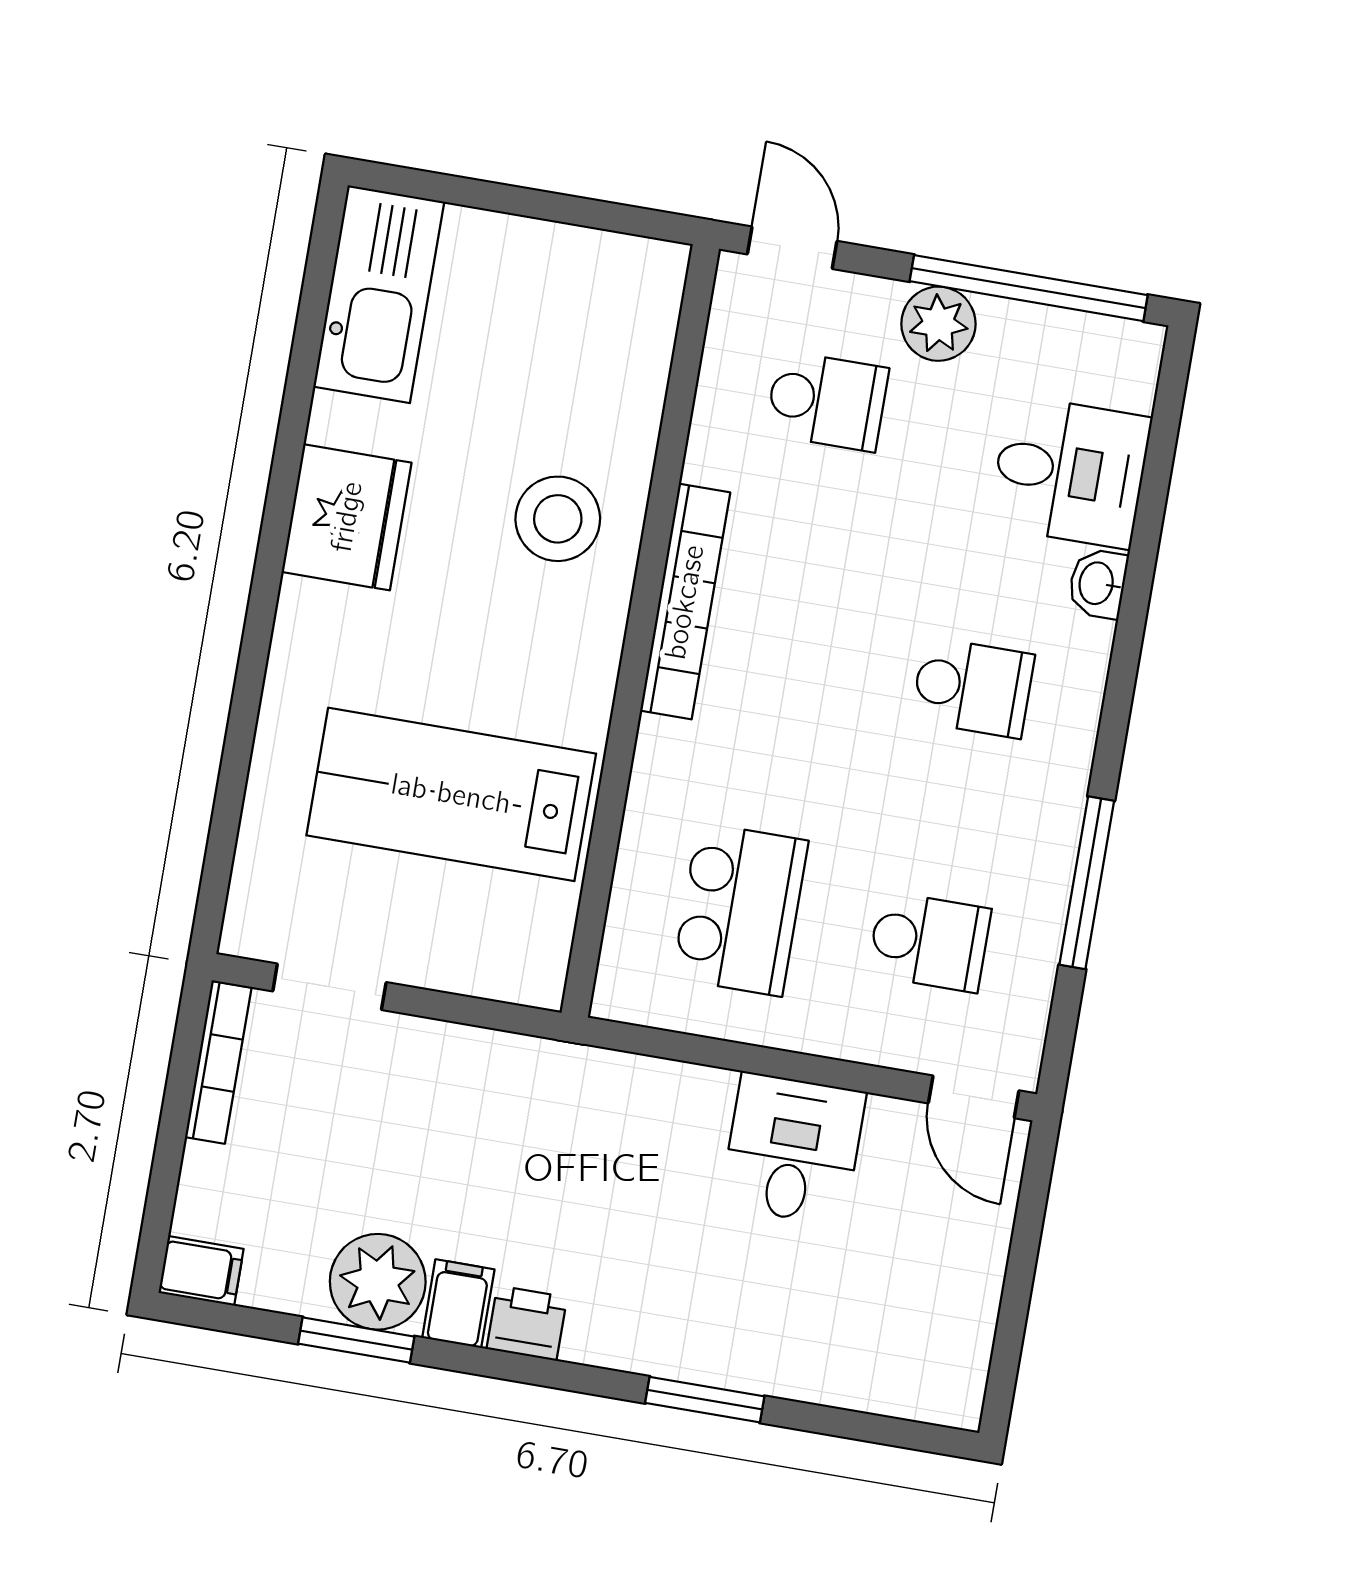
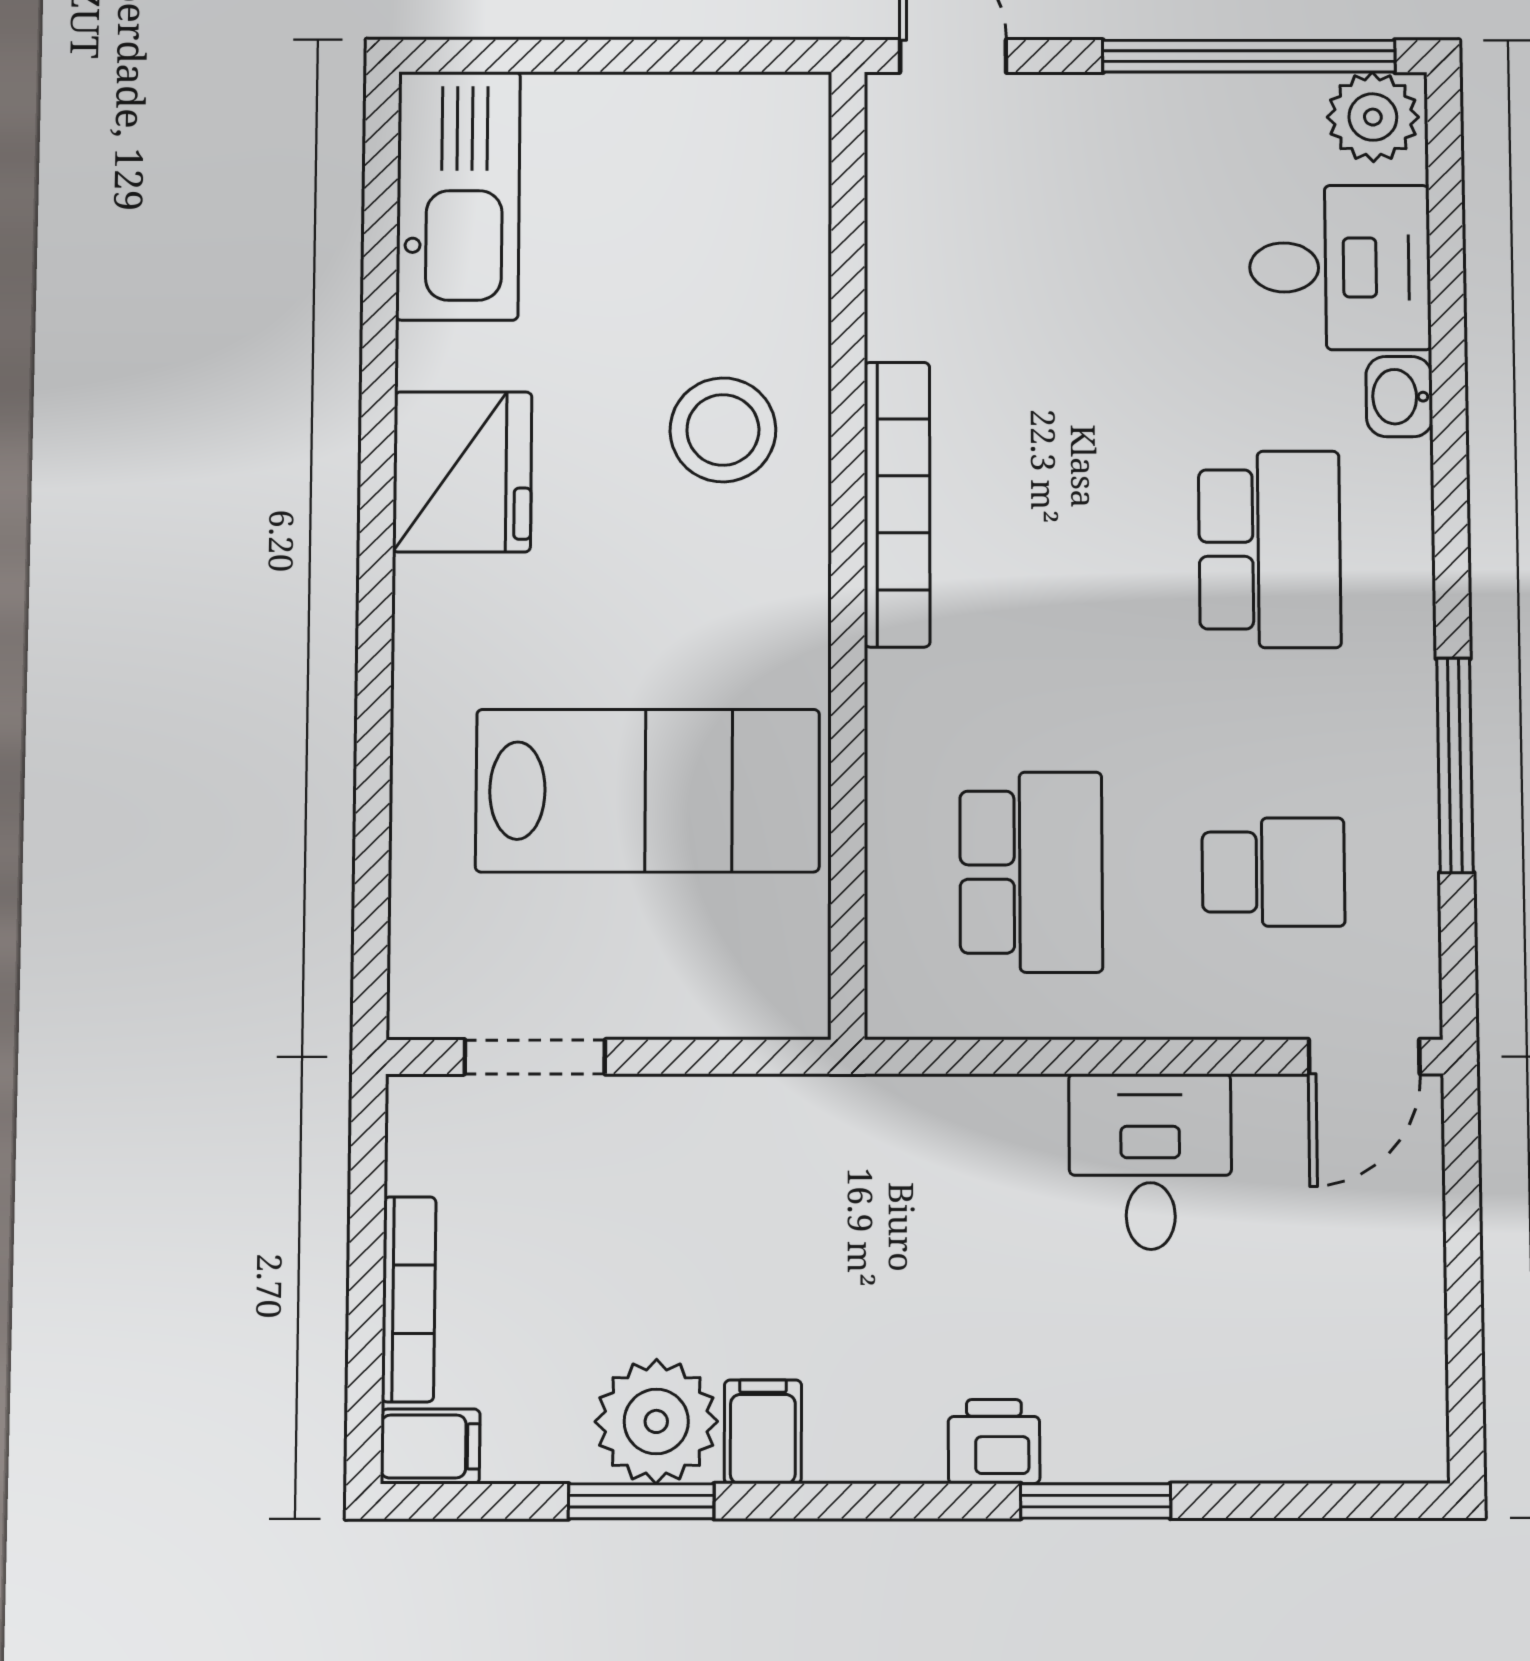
plant: (938, 324) -> (1373, 117), moved
school desk: (827, 401) -> (1028, 232), removed
school desk: (973, 688) -> (1270, 549), width x1.85
lab bench: (451, 794) -> (648, 791), turned 180
bookcase: (218, 1062) -> (409, 1299), moved
door: (974, 1097) -> (1364, 1057), hinge flipped
printer: (527, 1323) -> (994, 1442), moved

